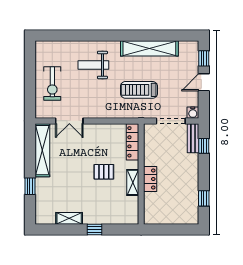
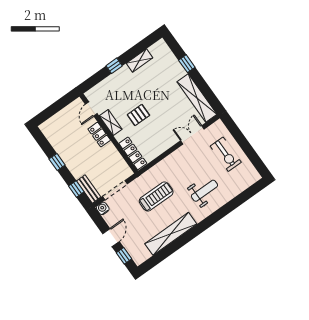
exercise bike: (52, 83) -> (226, 154), turned 180
window: (204, 198) -> (57, 162), moved
door: (141, 206) -> (91, 109), added

